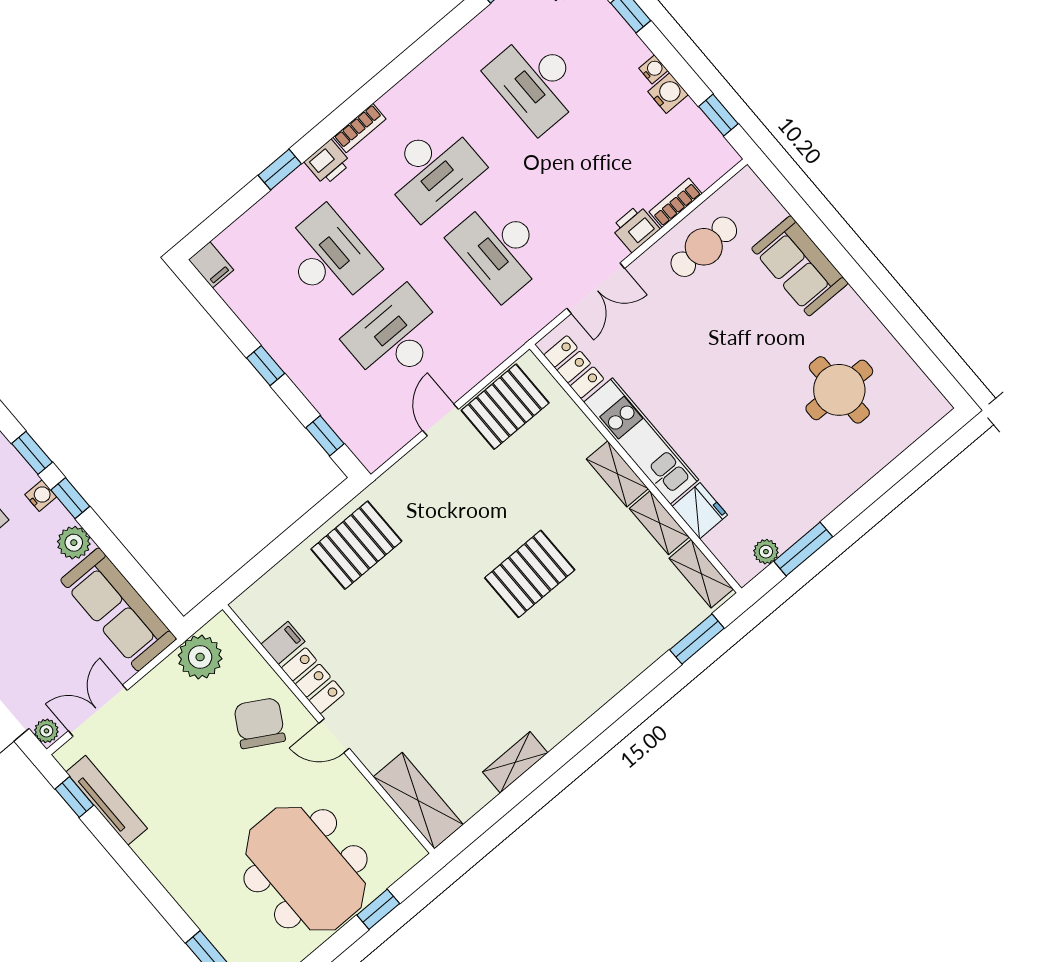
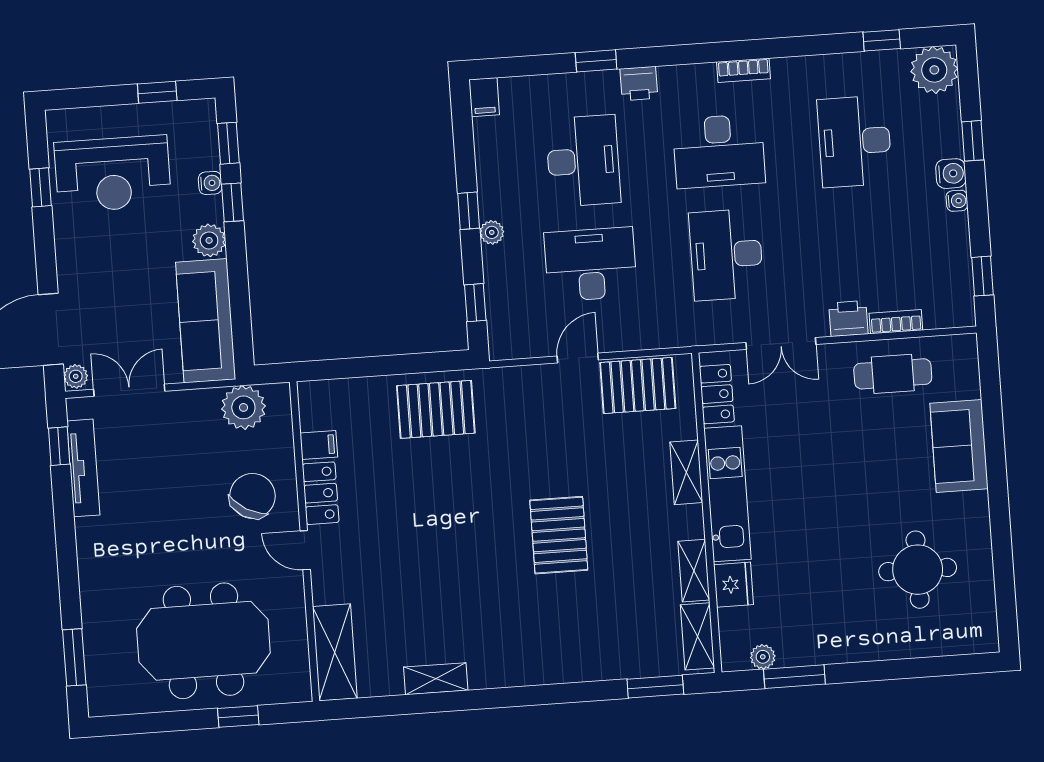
water cooler: (668, 93) -> (951, 174), moved
bookcase: (359, 128) -> (743, 70), moved
plant: (297, 369) -> (492, 232), added
shelving: (617, 474) -> (686, 472), moved
pallet: (530, 574) -> (559, 535), turned 90
meeting table: (306, 869) -> (203, 641), turned 90

